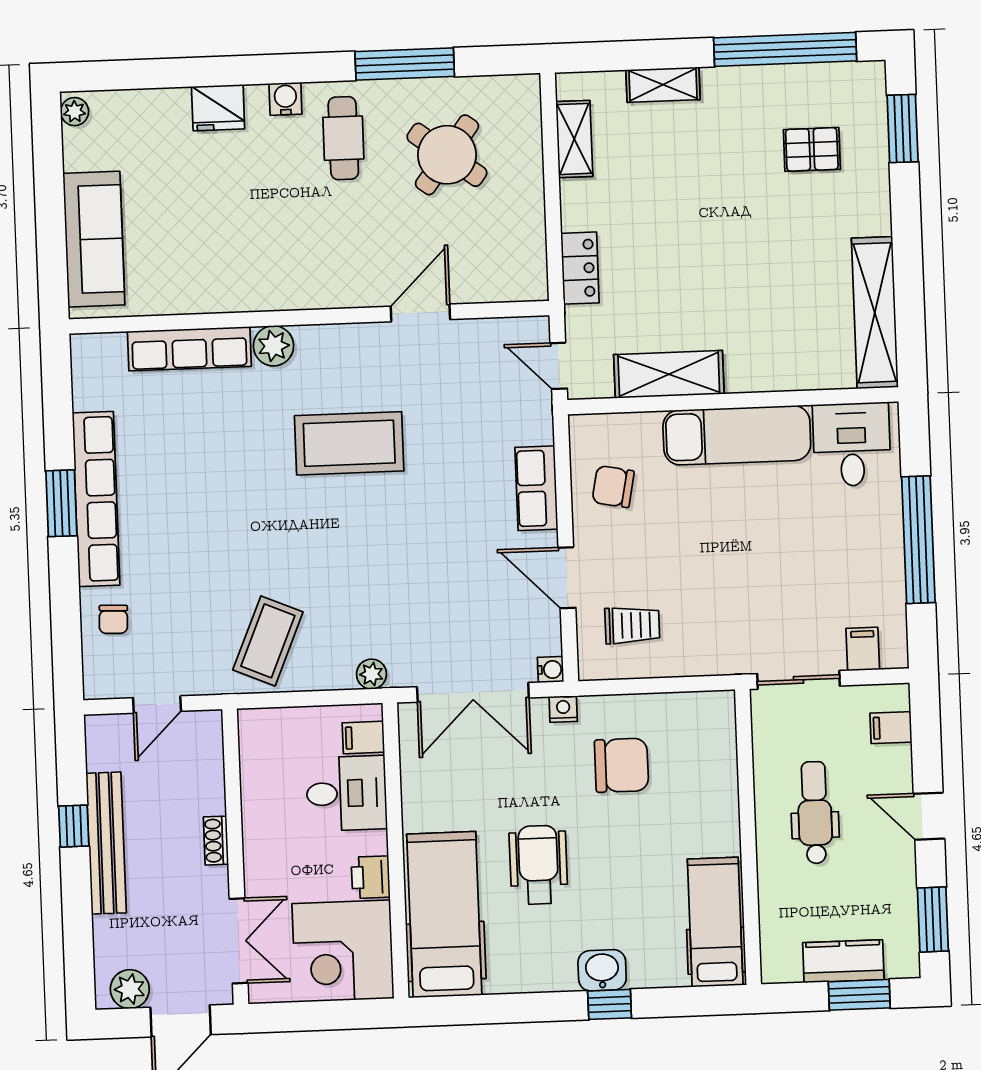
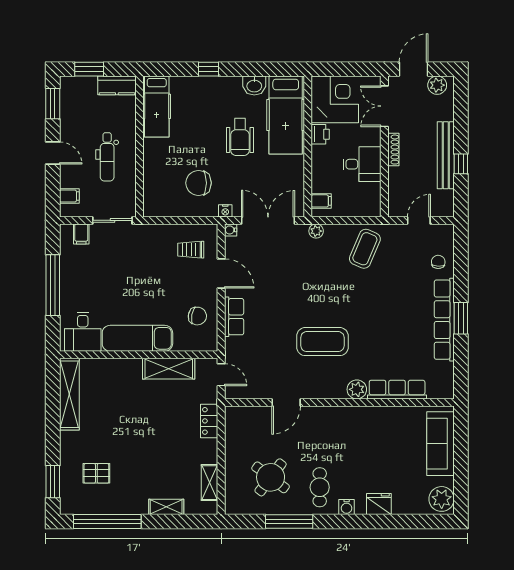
plant: (75, 112) -> (442, 499), width x1.88, depth x1.88
desk: (347, 793) -> (362, 164), moved, turned 180
shoe rack: (216, 841) -> (393, 150), width x1.43
kitchen counter: (843, 961) -> (117, 85), moved
washbasin: (602, 970) -> (254, 86), moved

